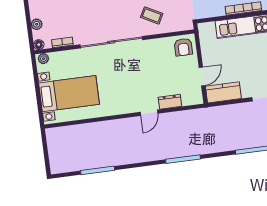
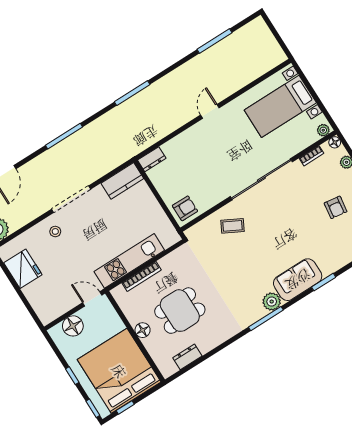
armchair: (183, 47) -> (185, 208), turned 90
door: (202, 76) -> (152, 187), removed
dresser: (170, 102) -> (152, 159), moved
door: (149, 113) -> (210, 111), moved

